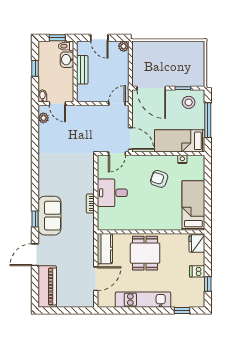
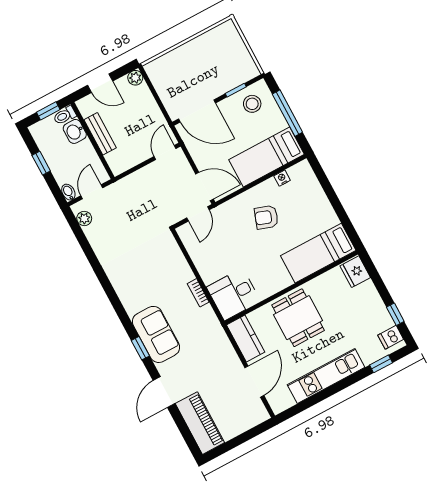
door: (57, 104) -> (92, 192), swing flipped
desk: (112, 193) -> (234, 294), moved
bed: (193, 206) -> (318, 253), moved, turned -90
dishwasher: (197, 271) -> (391, 337), moved

